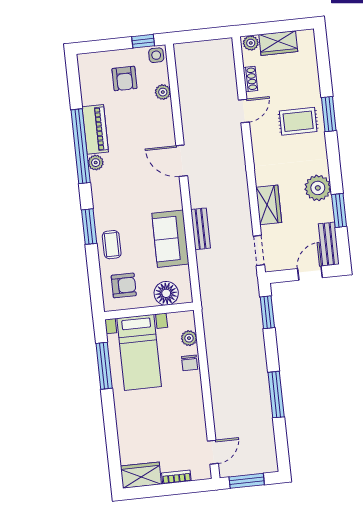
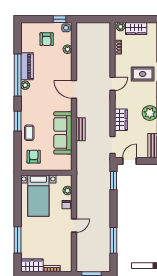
door: (244, 111) -> (112, 84), moved
sofa: (170, 239) -> (63, 133), width x1.36
door: (310, 273) -> (130, 161), moved
armchair: (124, 285) -> (34, 157), turned -90
floor lamp: (166, 293) -> (57, 164), removed
window: (104, 366) -> (18, 240), moved
window: (276, 395) -> (114, 240), moved
door: (213, 452) -> (74, 226), moved

